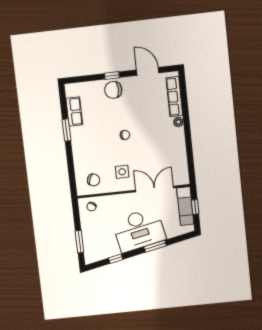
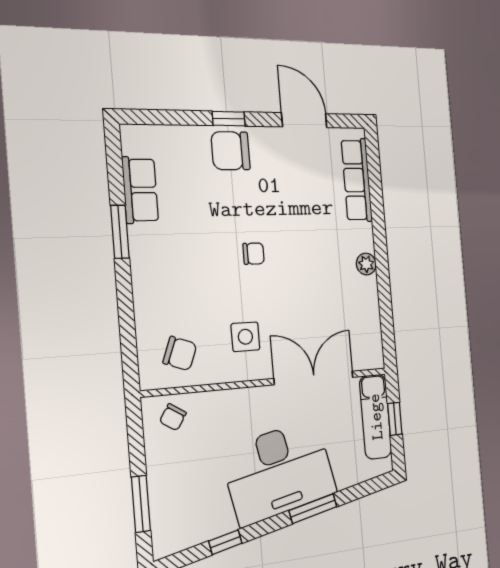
plant: (178, 122) -> (366, 264), moved

